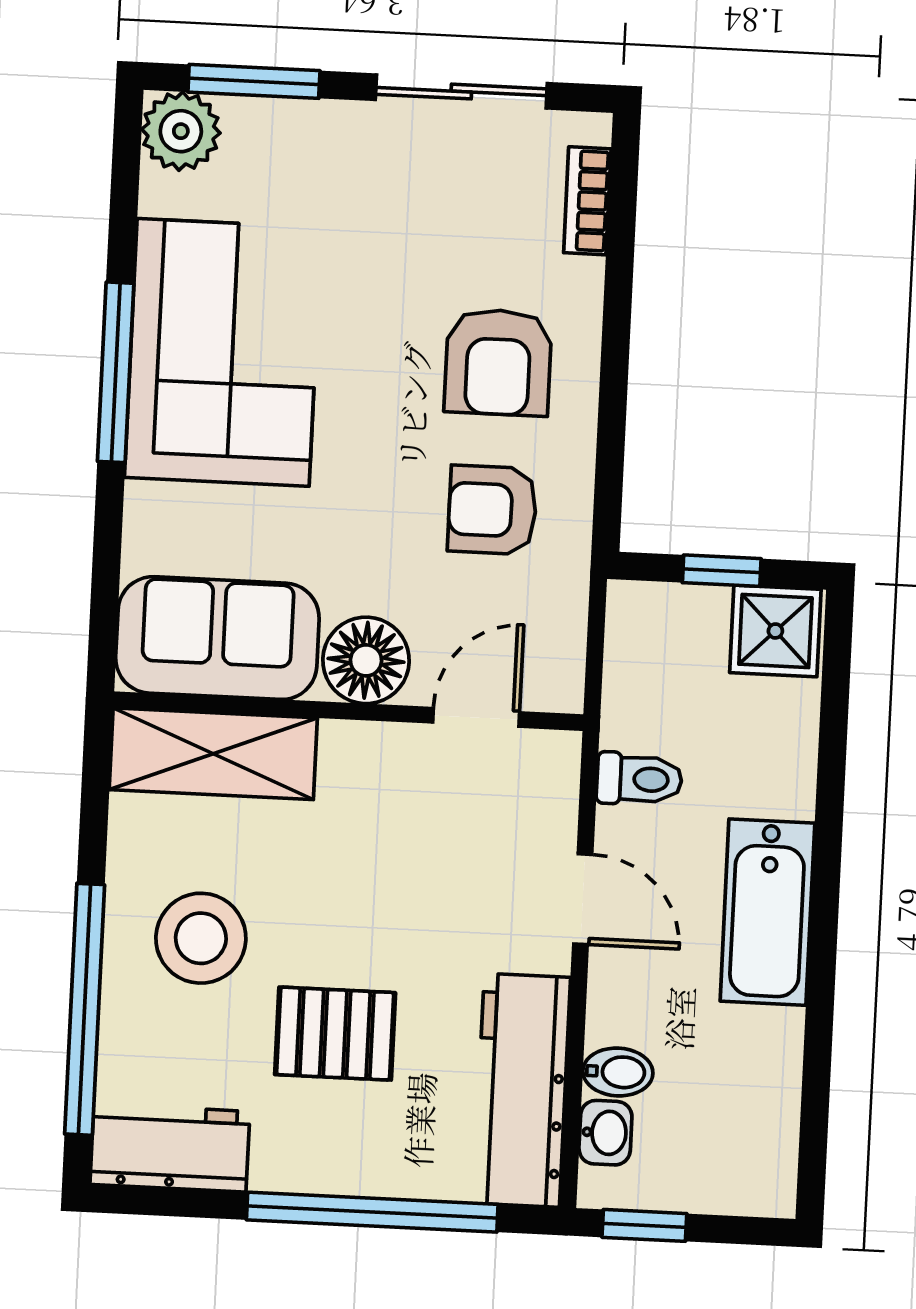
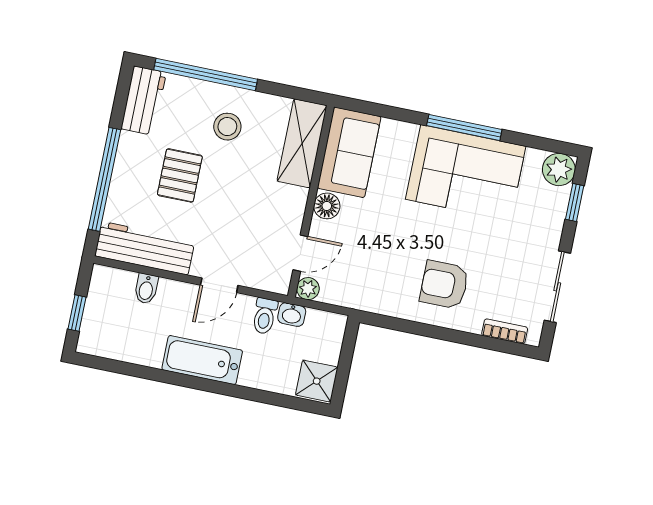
window: (254, 81) -> (575, 203), width x0.67
armchair: (492, 510) -> (384, 273), removed
window: (722, 571) -> (345, 363), removed
floor lamp: (366, 660) -> (327, 206), width x0.73, depth x0.73
plant: (558, 686) -> (308, 289), added
door: (476, 717) -> (300, 253), hinge flipped
stool: (201, 938) -> (227, 127), width x0.73, depth x0.73
washbasin: (605, 1133) -> (292, 315), moved
window: (644, 1225) -> (77, 313), moved

